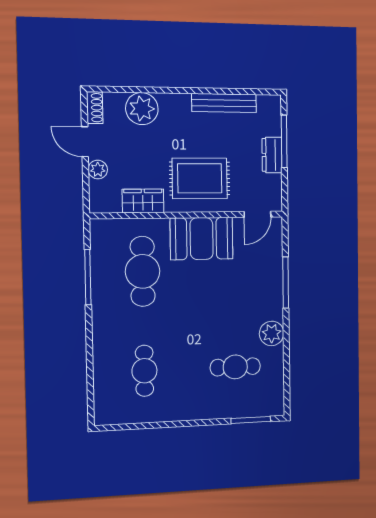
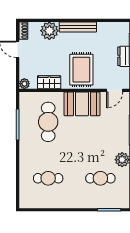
bench: (224, 103) -> (78, 27), moved
plant: (98, 170) -> (24, 84), moved
rug: (200, 178) -> (81, 70), turned 90
cafe table: (144, 371) -> (48, 178), turned 90

